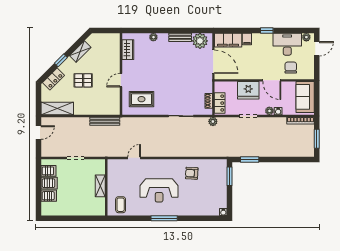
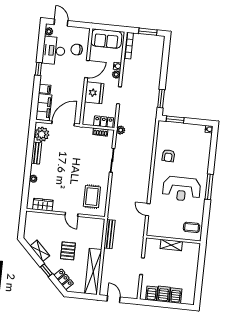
shelving: (57, 109) -> (93, 271), width x1.47
reception desk: (159, 190) -> (182, 189), turned 90

